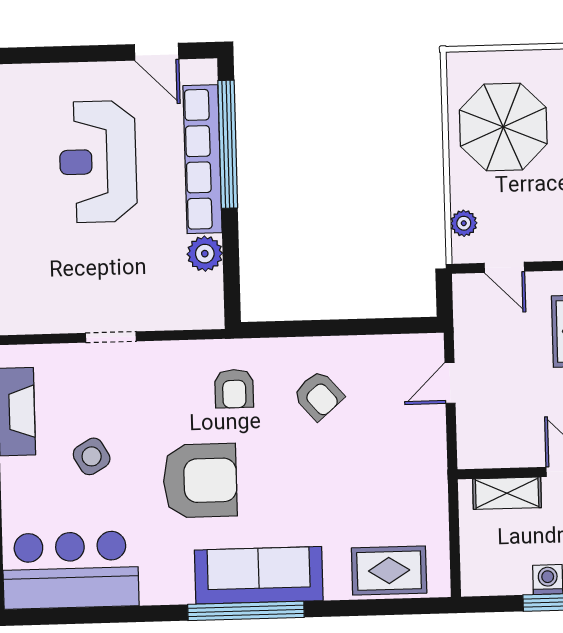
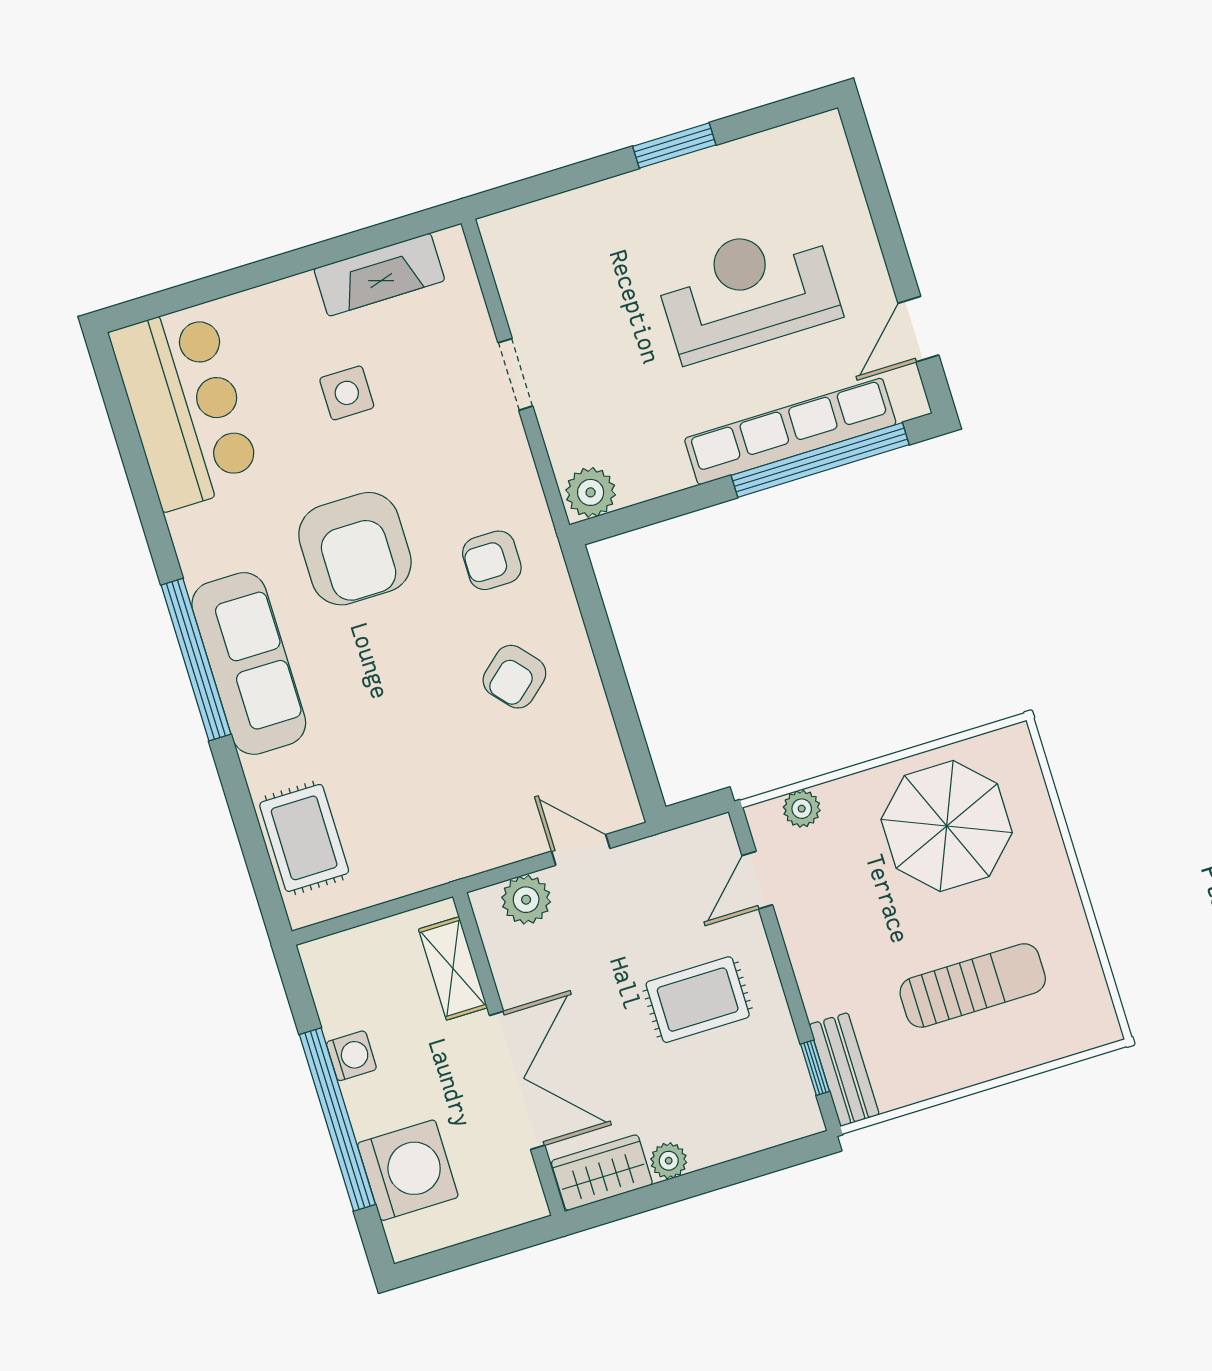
plant: (205, 254) -> (591, 492), moved
plant: (474, 430) -> (526, 900), added
side table: (92, 456) -> (347, 393), turned 30

